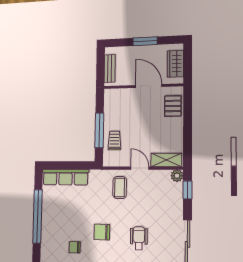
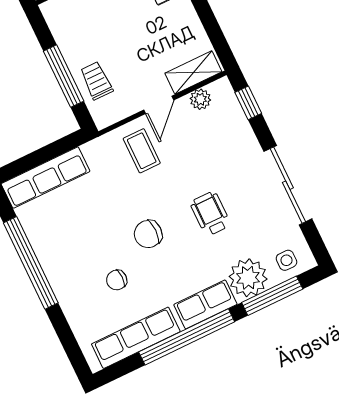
door: (140, 168) -> (159, 105), swing flipped
plant: (177, 176) -> (200, 99), moved

